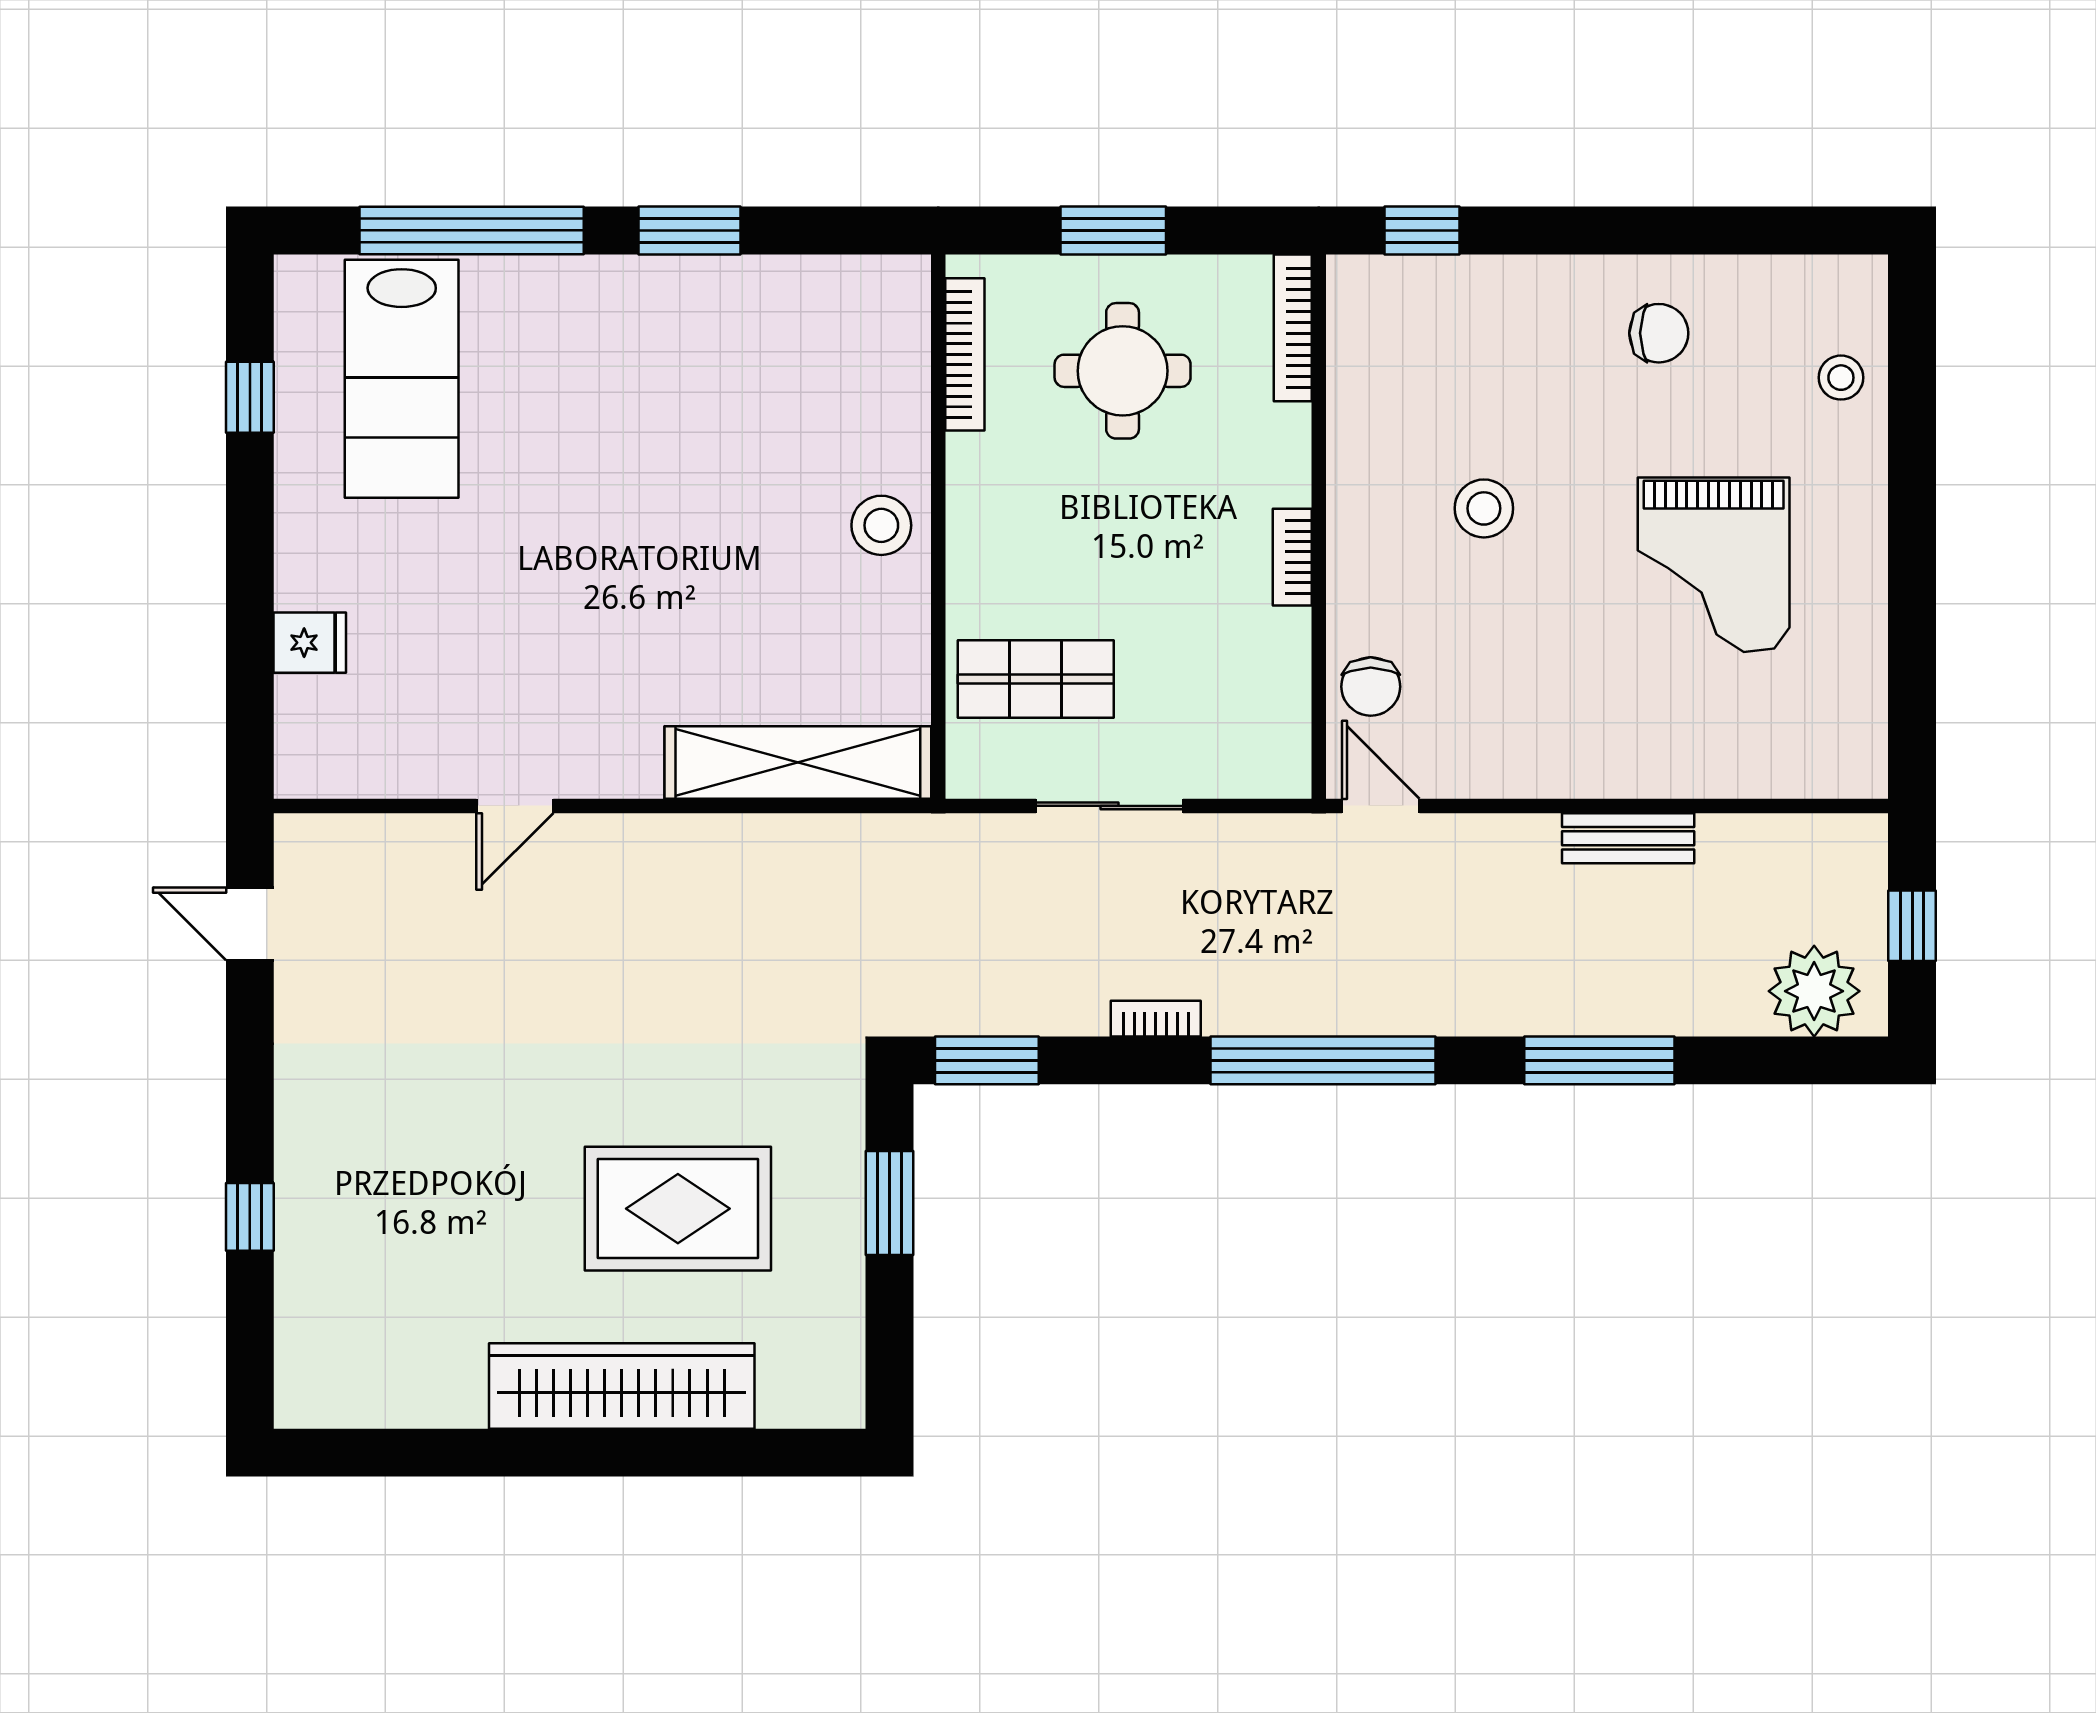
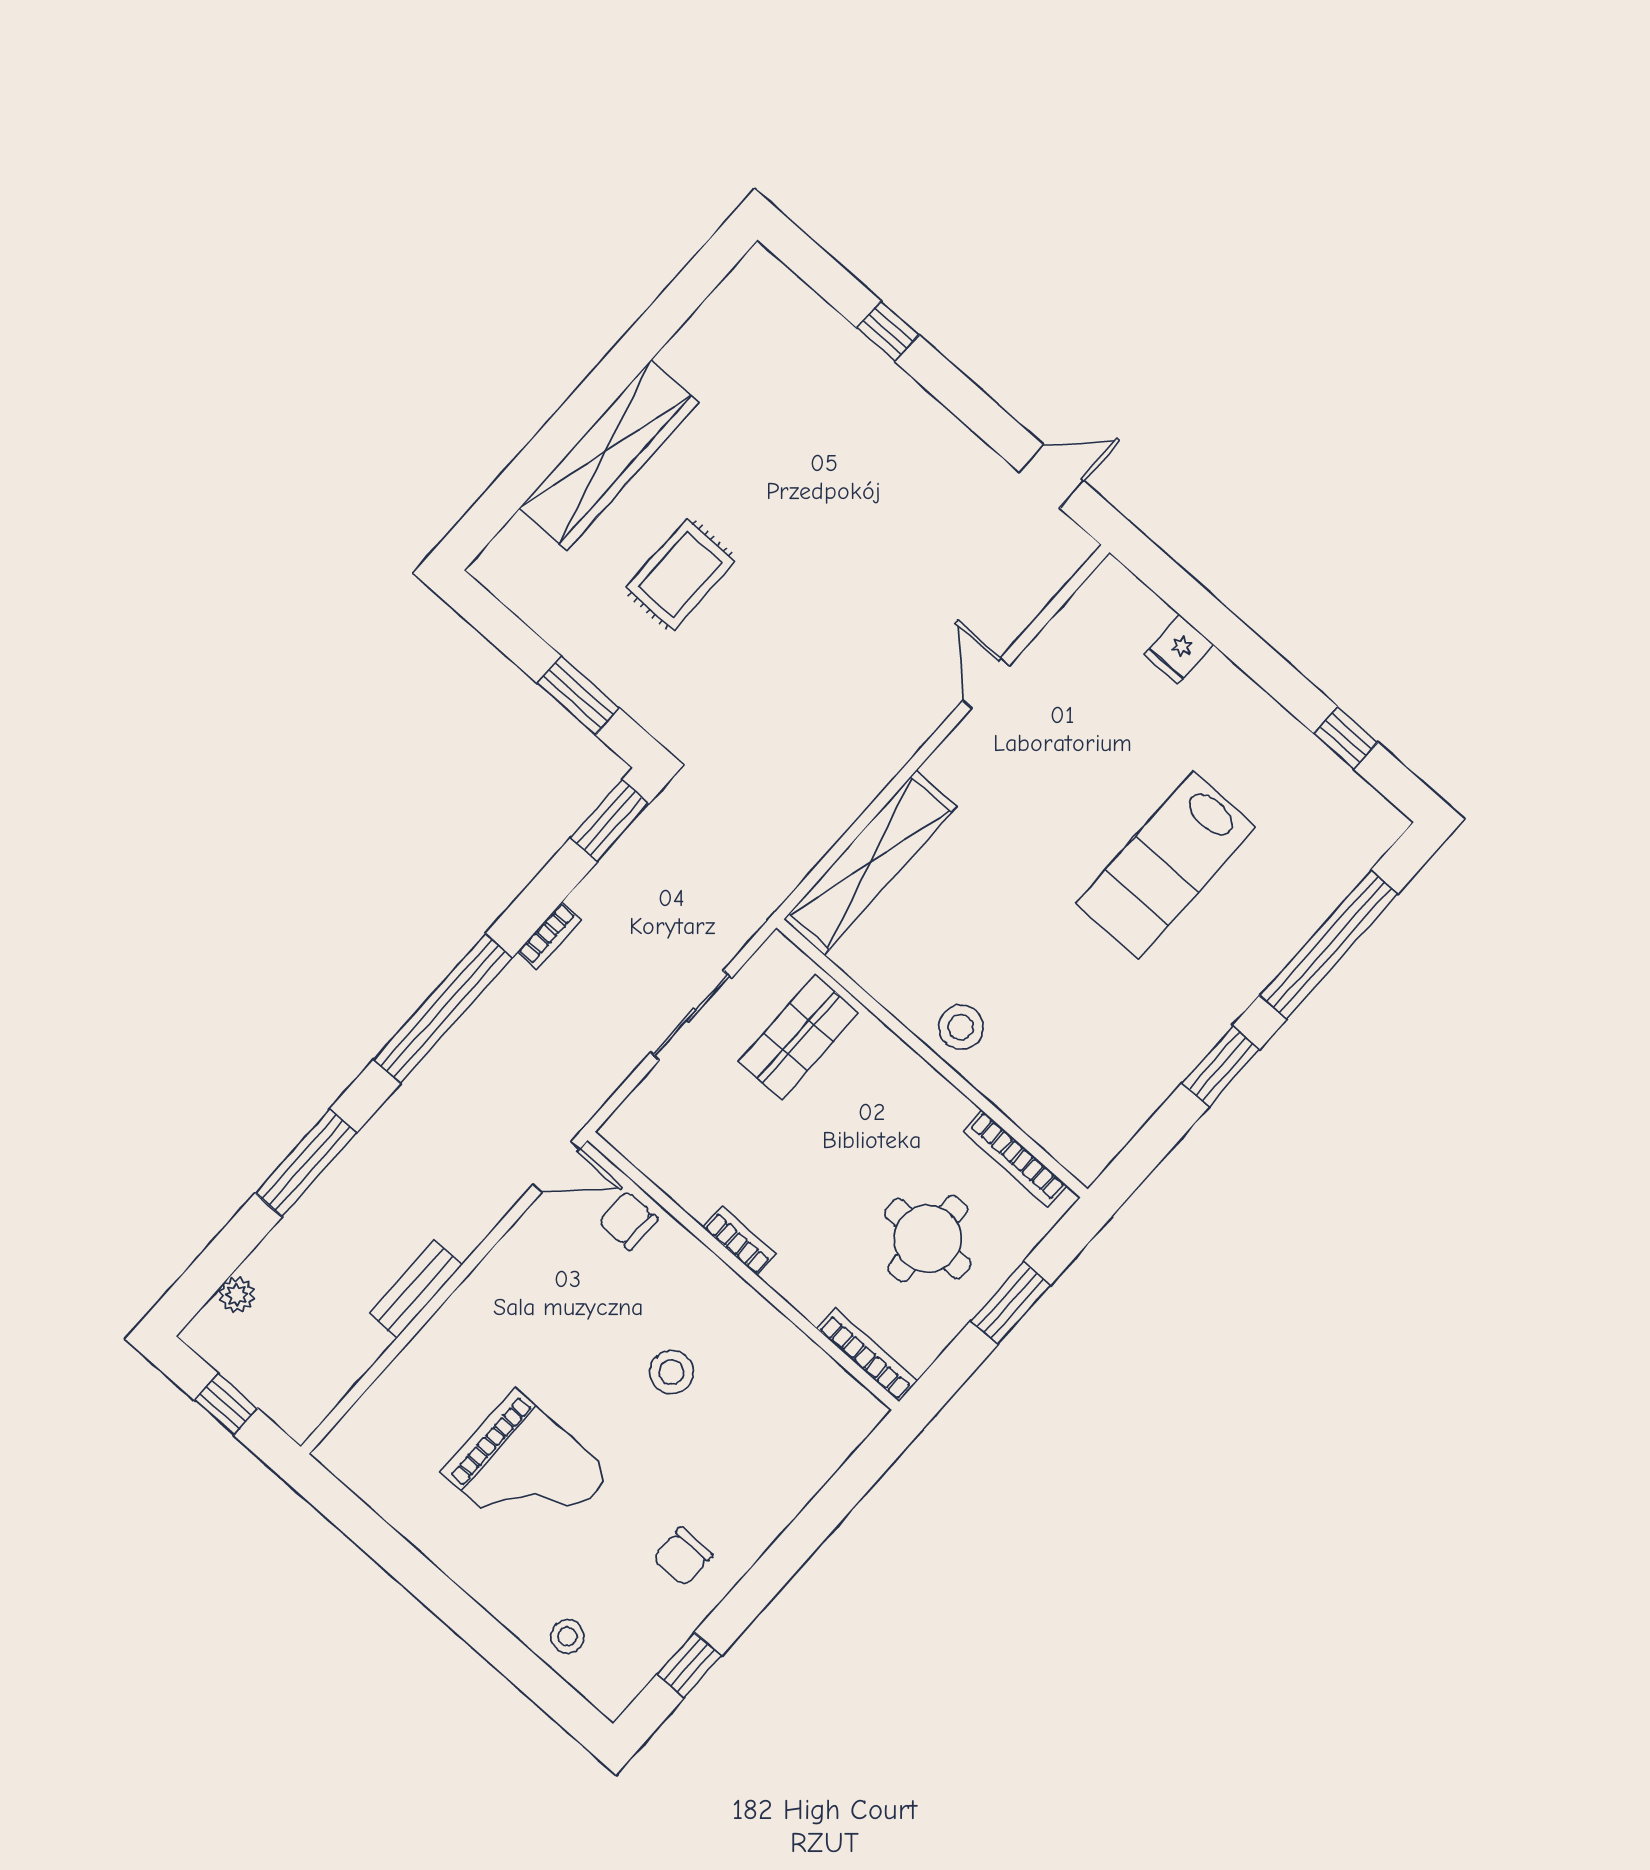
window: (1422, 230) -> (689, 1665), moved
lab bench: (402, 379) -> (1166, 865), moved, turned -90
grand piano: (1714, 565) -> (526, 1473), turned 180
plant: (1814, 991) -> (237, 1295), width x0.53, depth x0.53
rug: (678, 1209) -> (680, 575), width x0.73, depth x0.70

